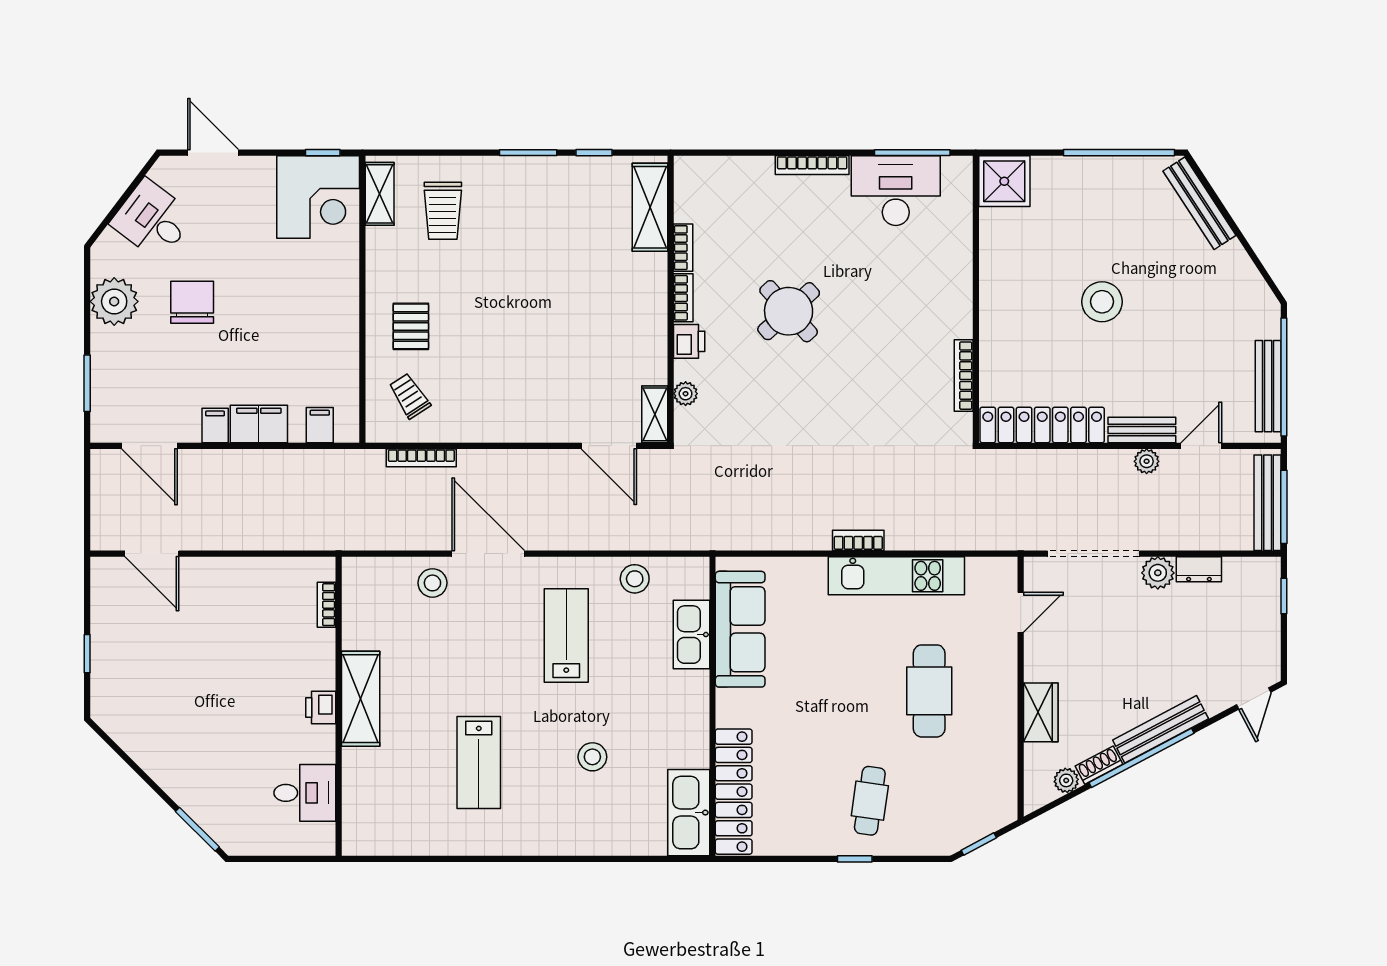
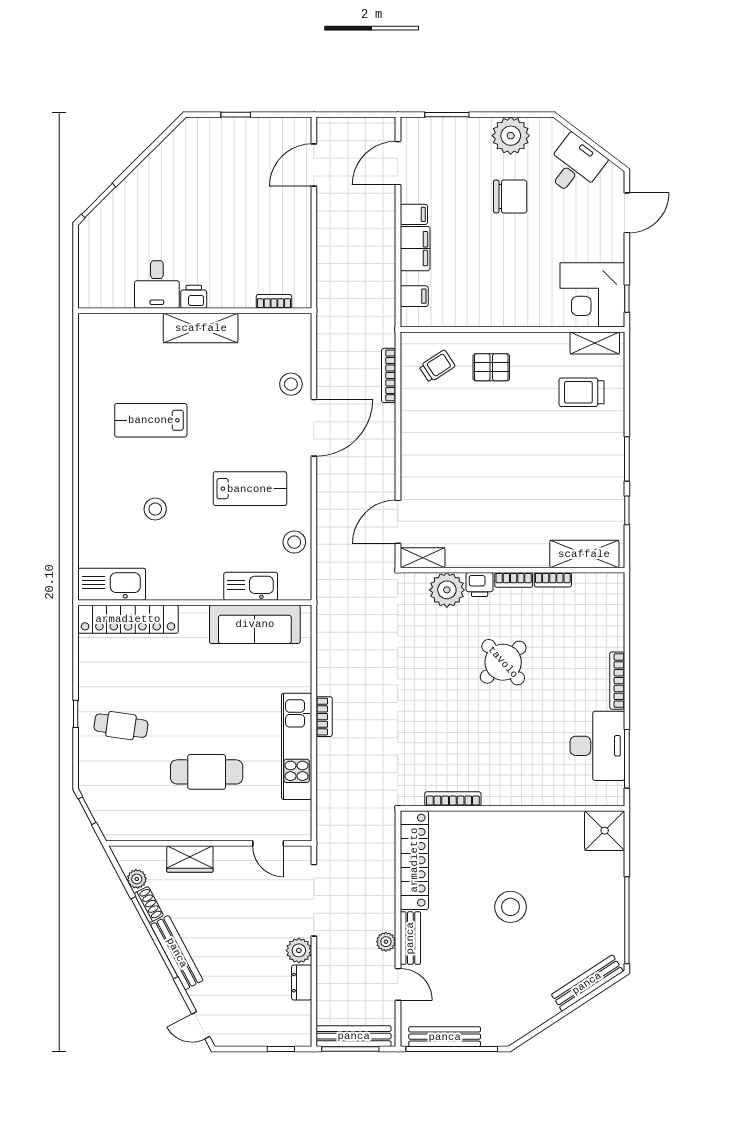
plant: (686, 394) -> (447, 590), width x1.88, depth x1.88
desk: (305, 793) -> (157, 284), moved

